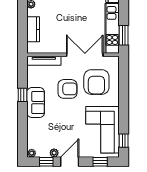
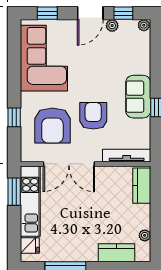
kitchen counter: (33, 29) -> (142, 186), moved
armchair: (96, 82) -> (52, 126), turned 180
armchair: (68, 89) -> (93, 116), turned 90
window: (124, 141) -> (14, 117), moved

